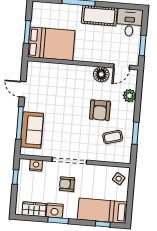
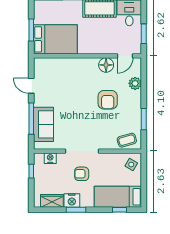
coffee table: (113, 137) -> (127, 140), moved

